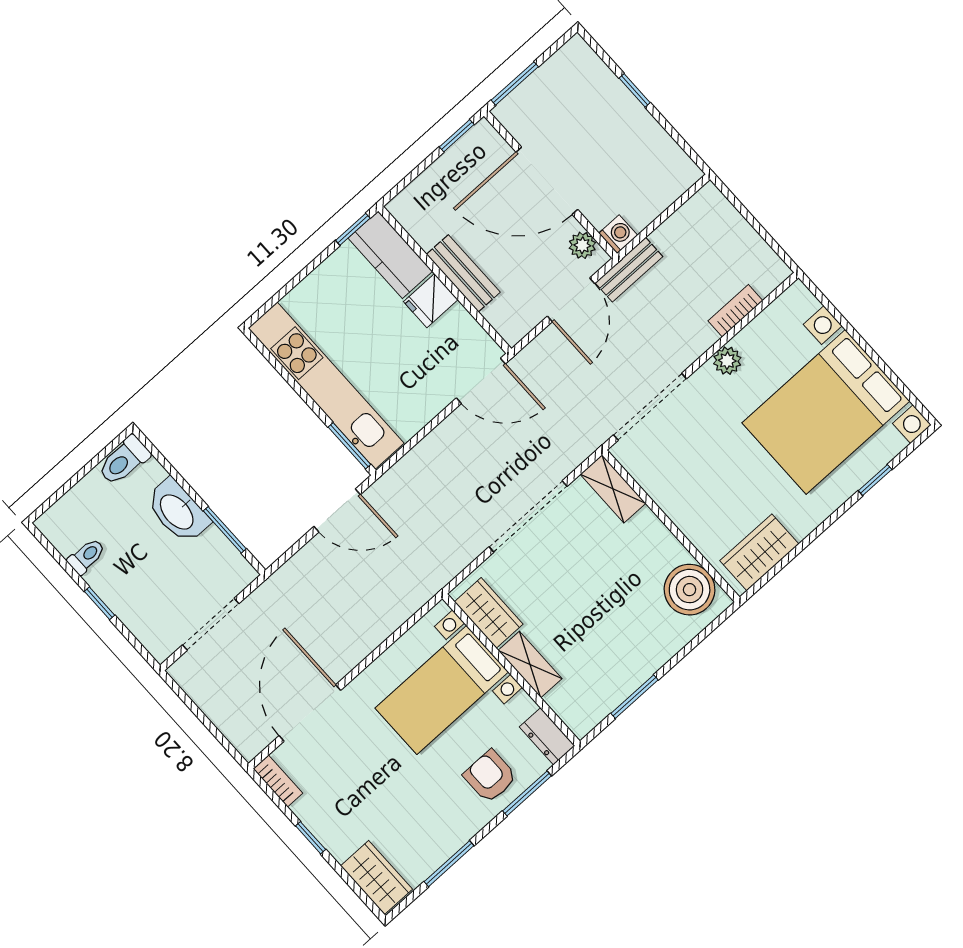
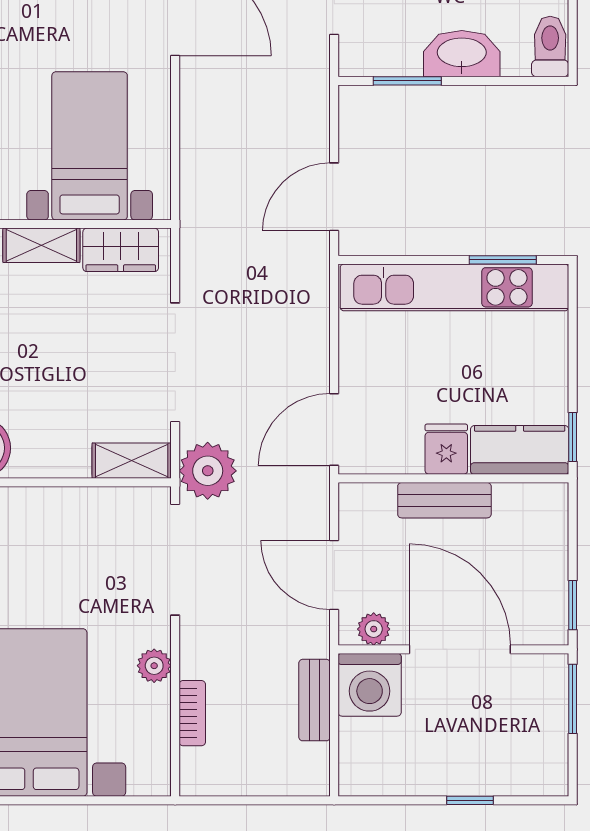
door: (547, 181) -> (460, 649), hinge flipped
washing machine: (618, 234) -> (370, 685), width x1.89, depth x1.89
bench: (629, 270) -> (315, 700), moved
plant: (577, 436) -> (208, 471), added
window: (349, 446) -> (503, 260), moved

